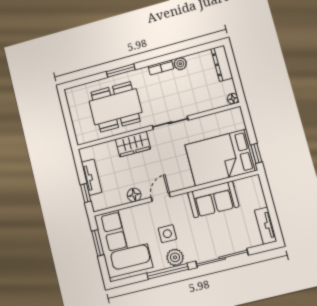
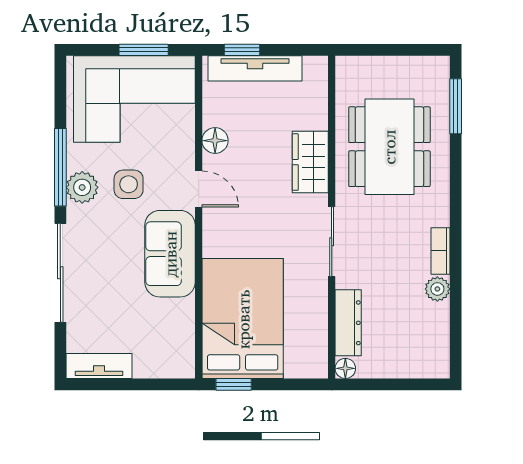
dresser: (222, 63) -> (348, 323), moved, turned 90
window: (121, 71) -> (456, 106), moved
tv unit: (92, 177) -> (255, 68), width x1.41
sofa: (213, 199) -> (170, 254), moved

